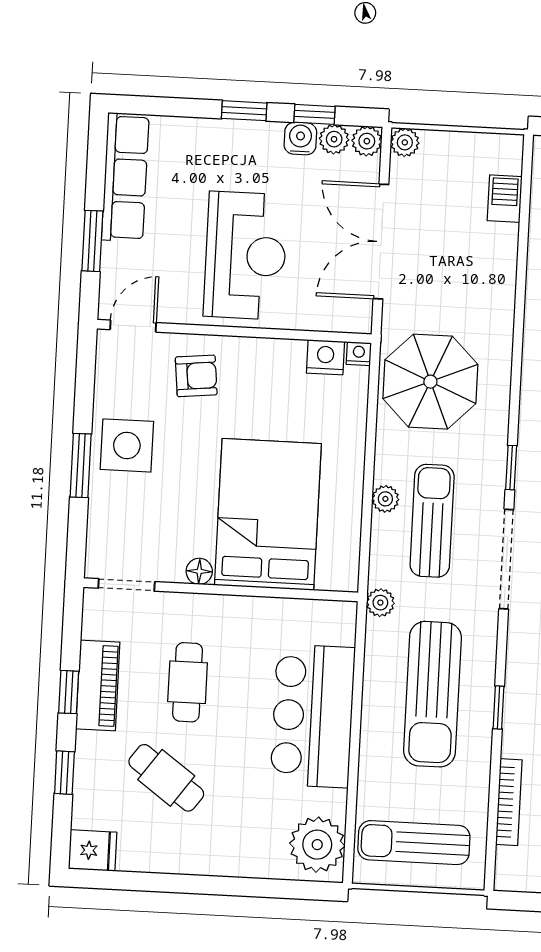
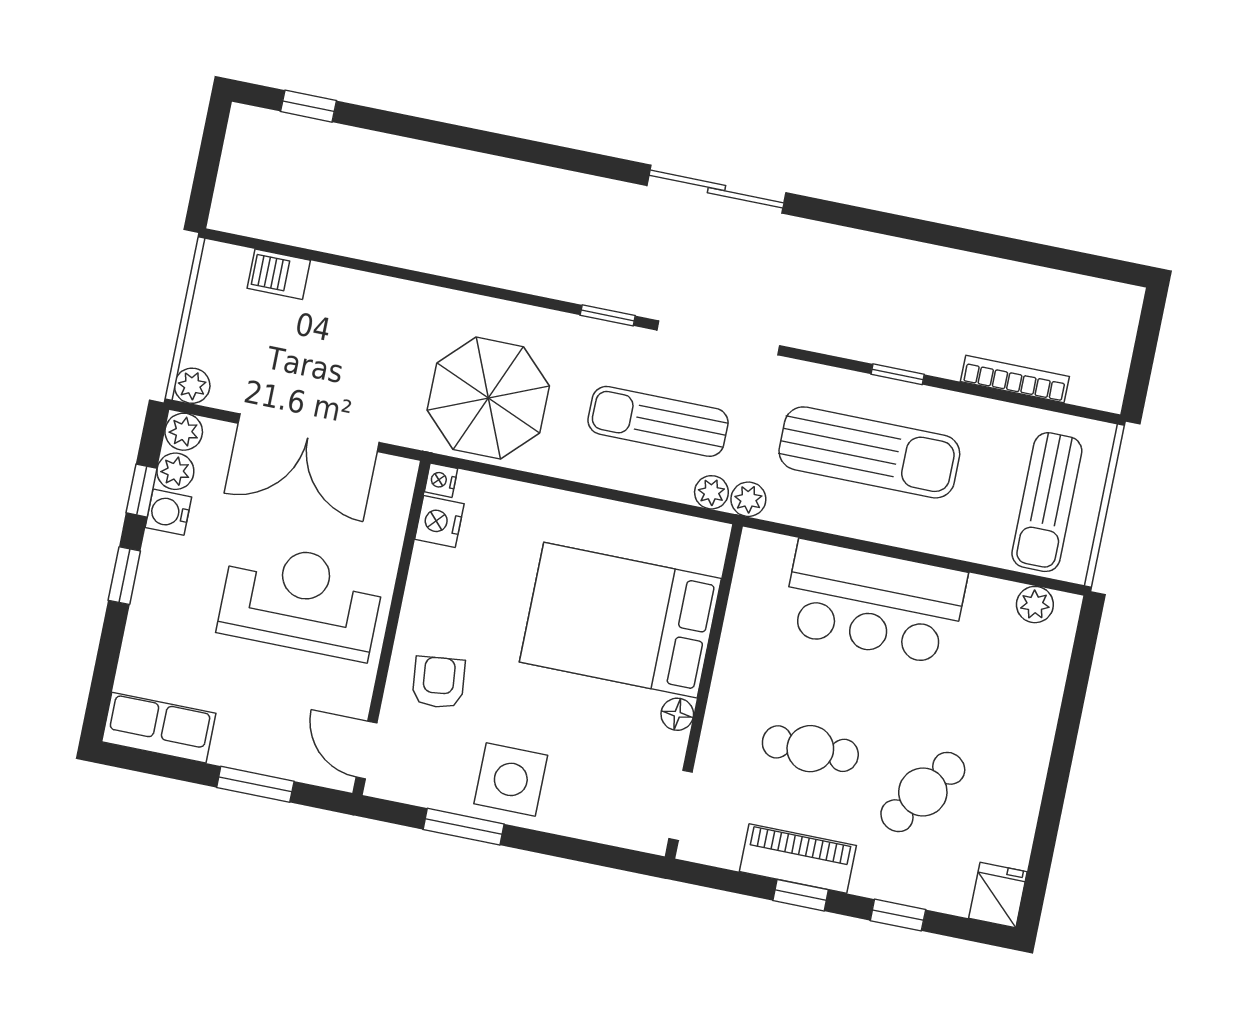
row of seats: (125, 177) -> (159, 728), width x0.68
window: (81, 466) -> (464, 827), moved
plant: (385, 499) -> (711, 492), moved
plant: (317, 845) -> (1035, 605), width x0.53, depth x0.53

